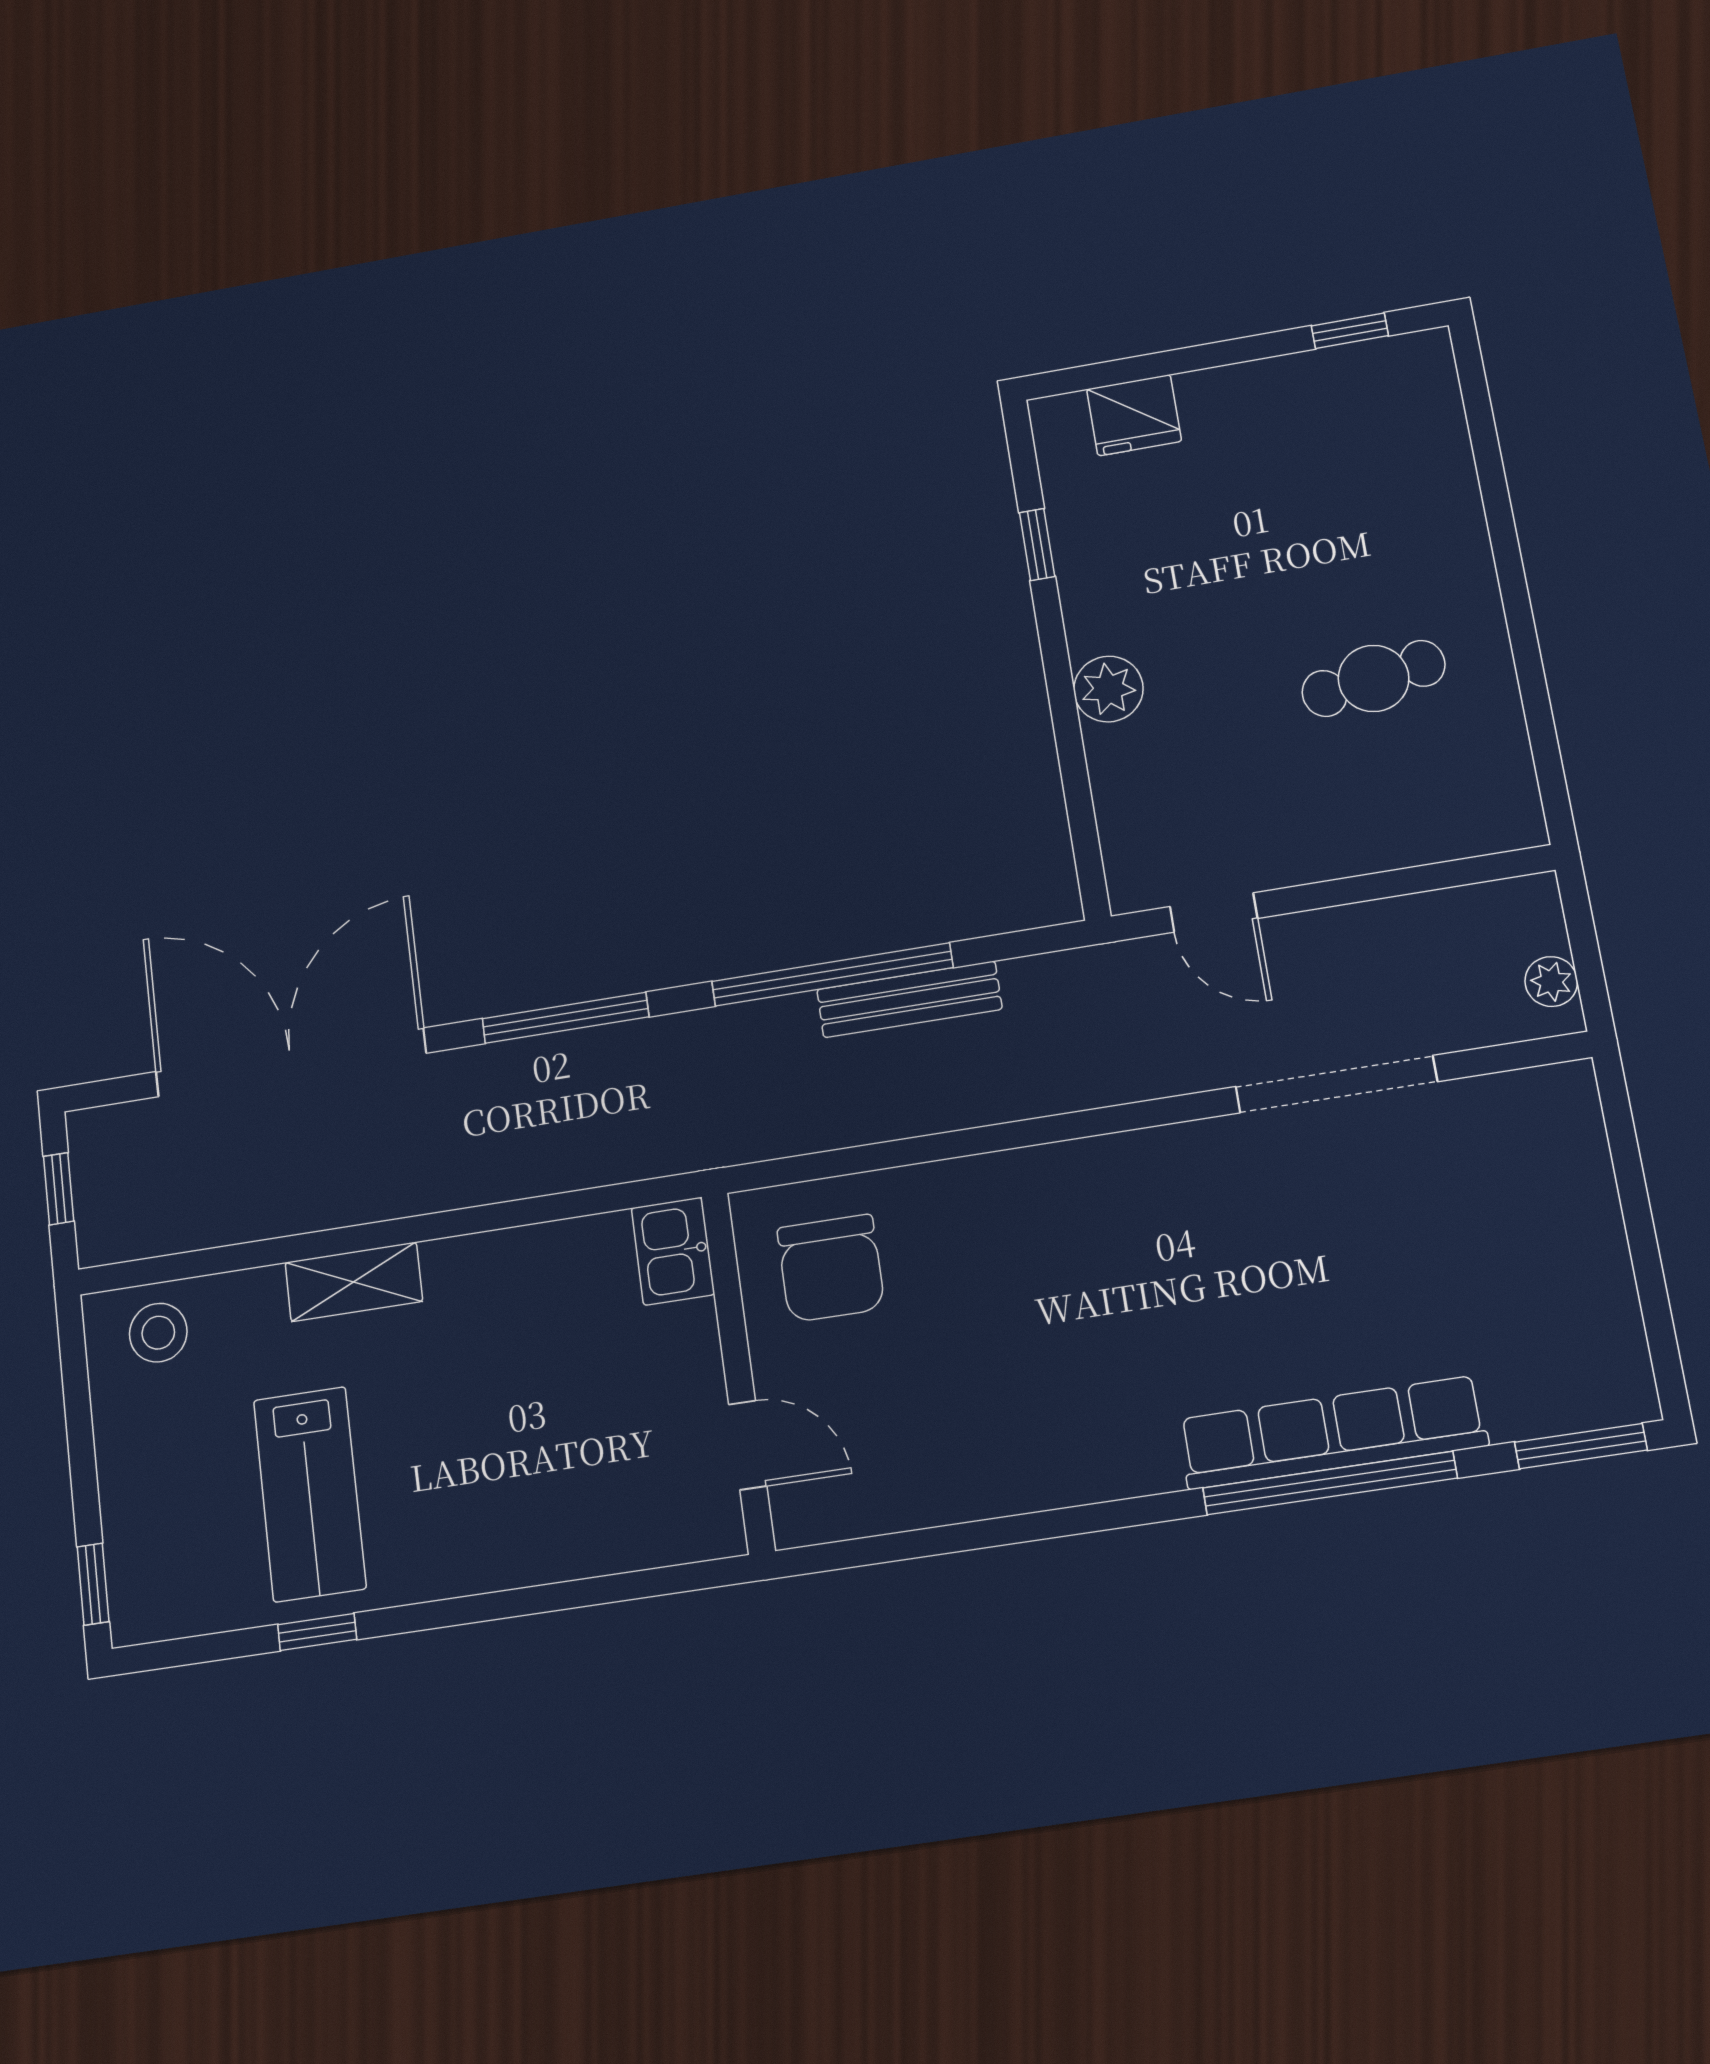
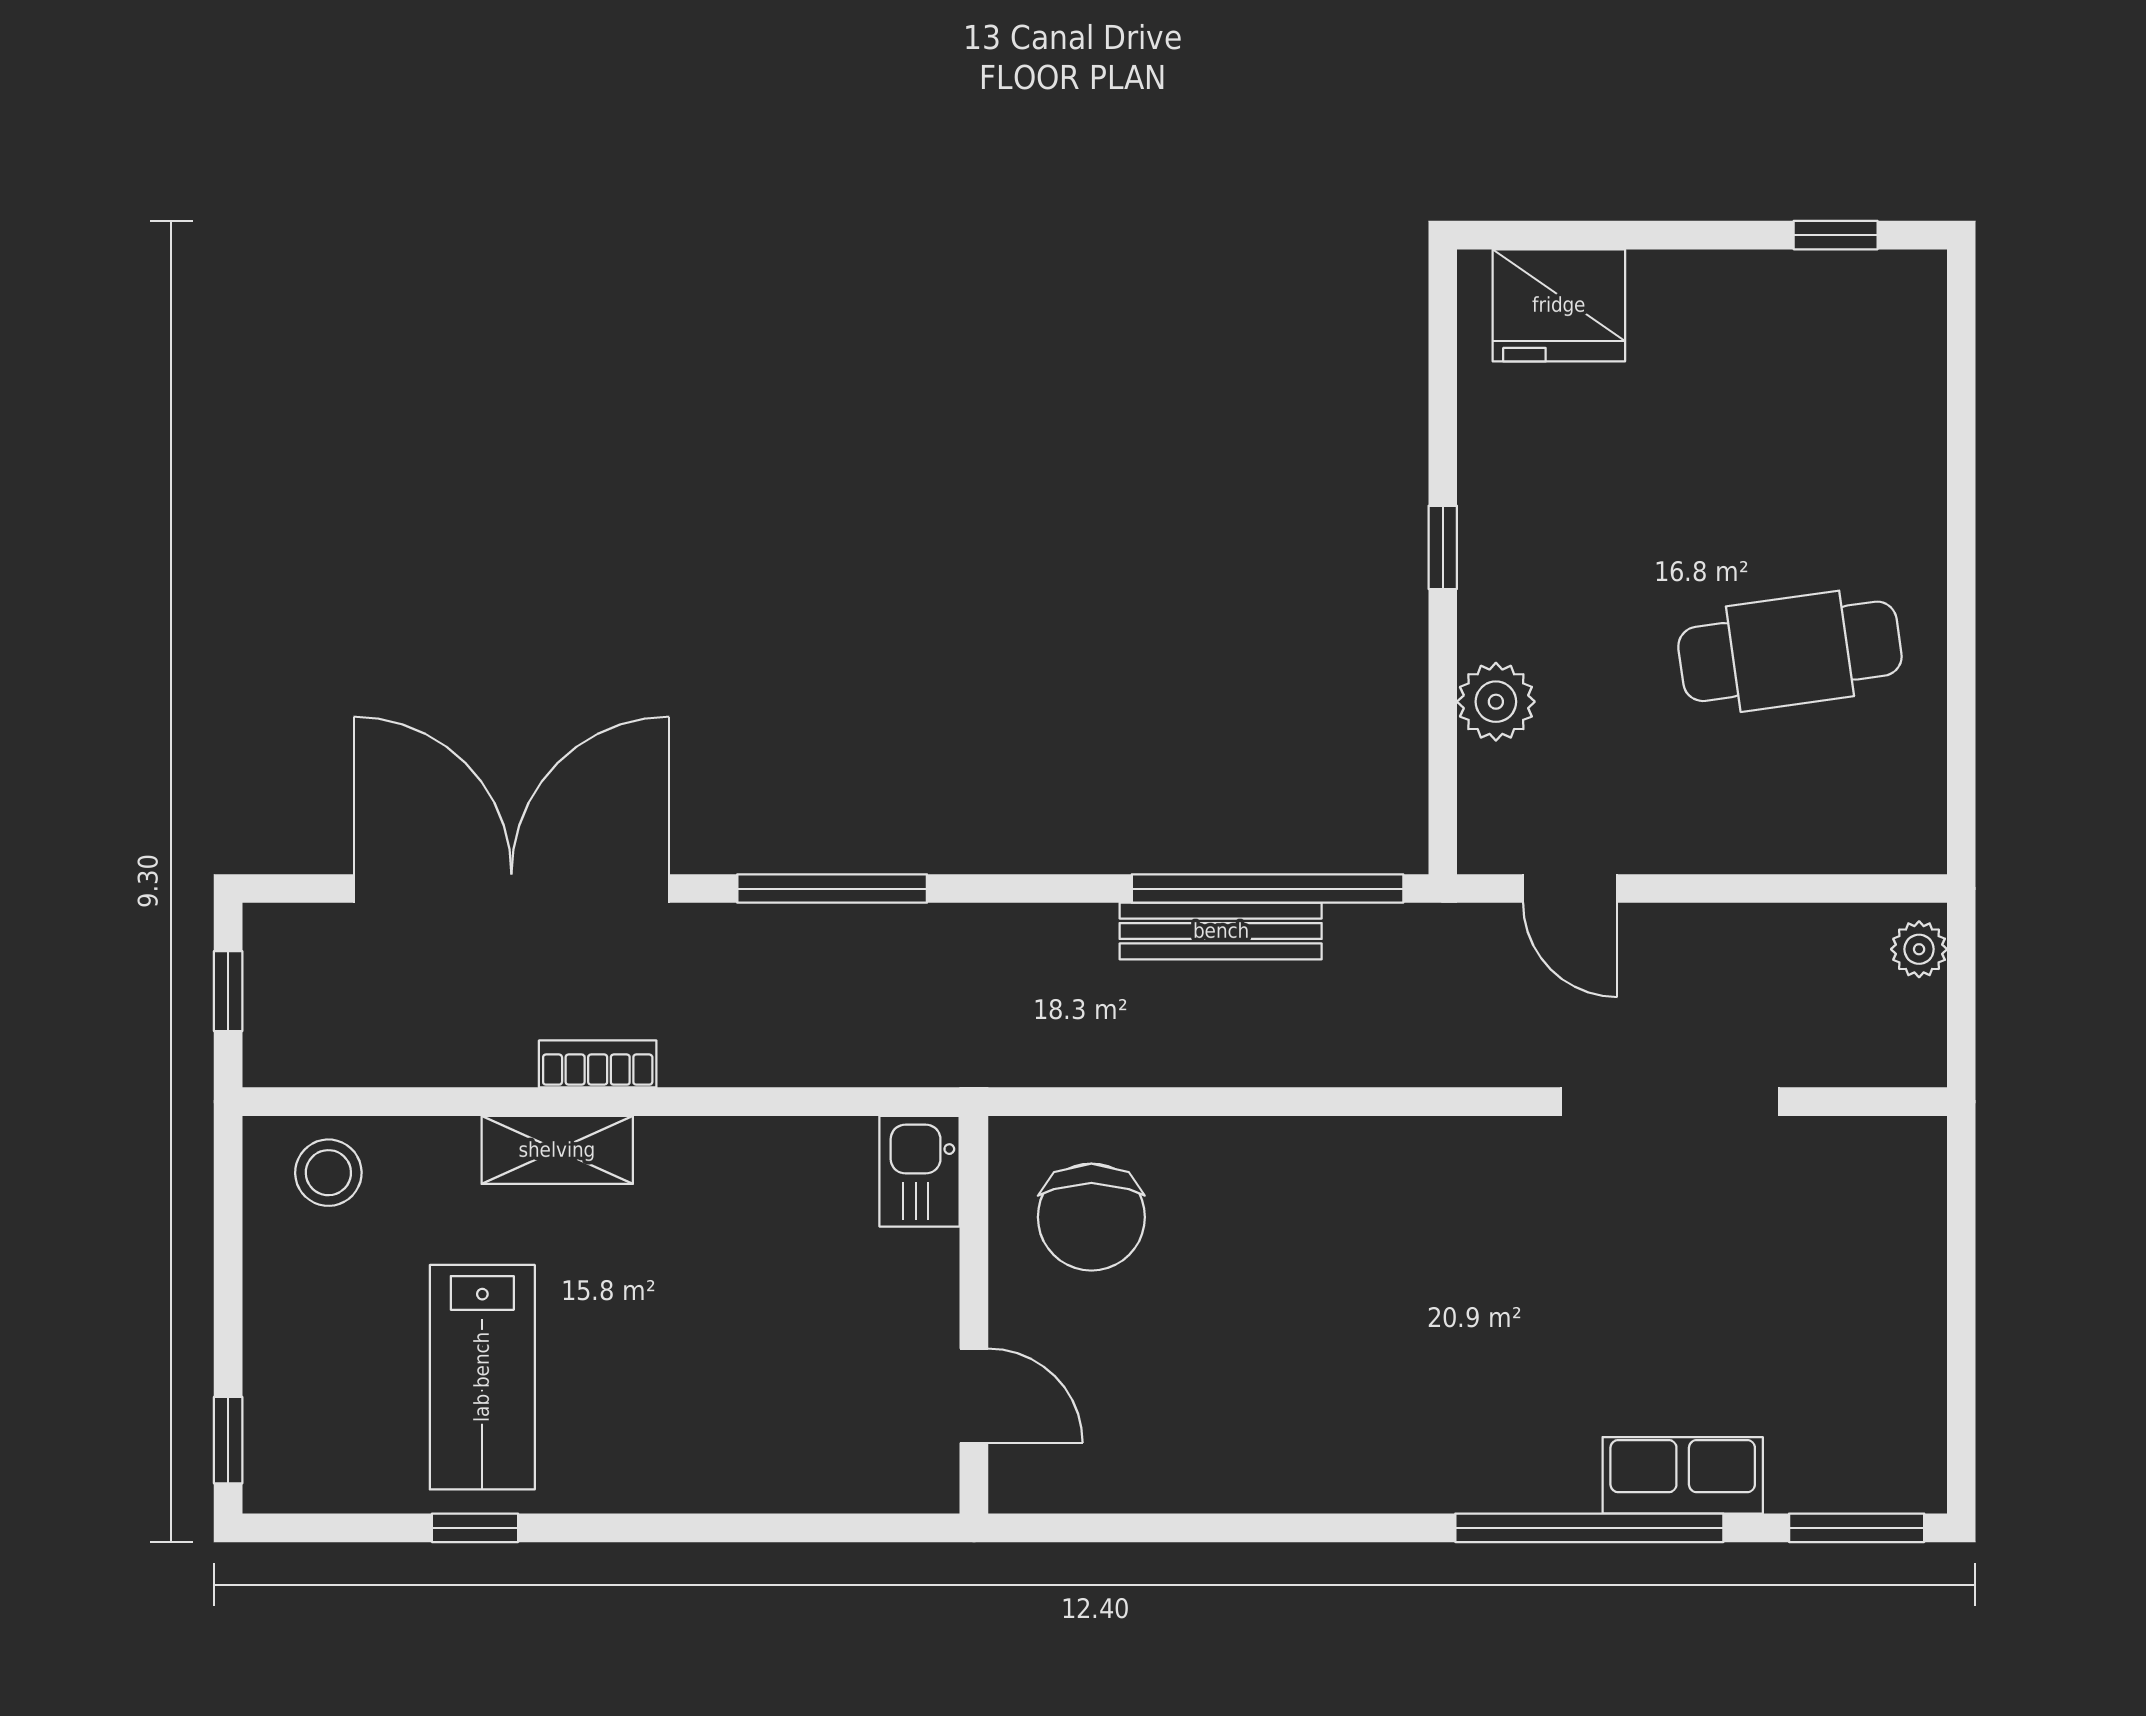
fridge: (1134, 415) -> (1559, 305), width x1.36, depth x1.34
window: (1037, 545) -> (1443, 547), moved
cafe table: (1373, 678) -> (1790, 651), width x1.37, depth x1.35
plant: (1108, 689) -> (1496, 702), moved
window: (832, 974) -> (1268, 889), moved
plant: (1551, 982) -> (1919, 949), moved
bookcase: (381, 1201) -> (598, 1064), added
row of seats: (1332, 1433) -> (1683, 1475), width x0.50

